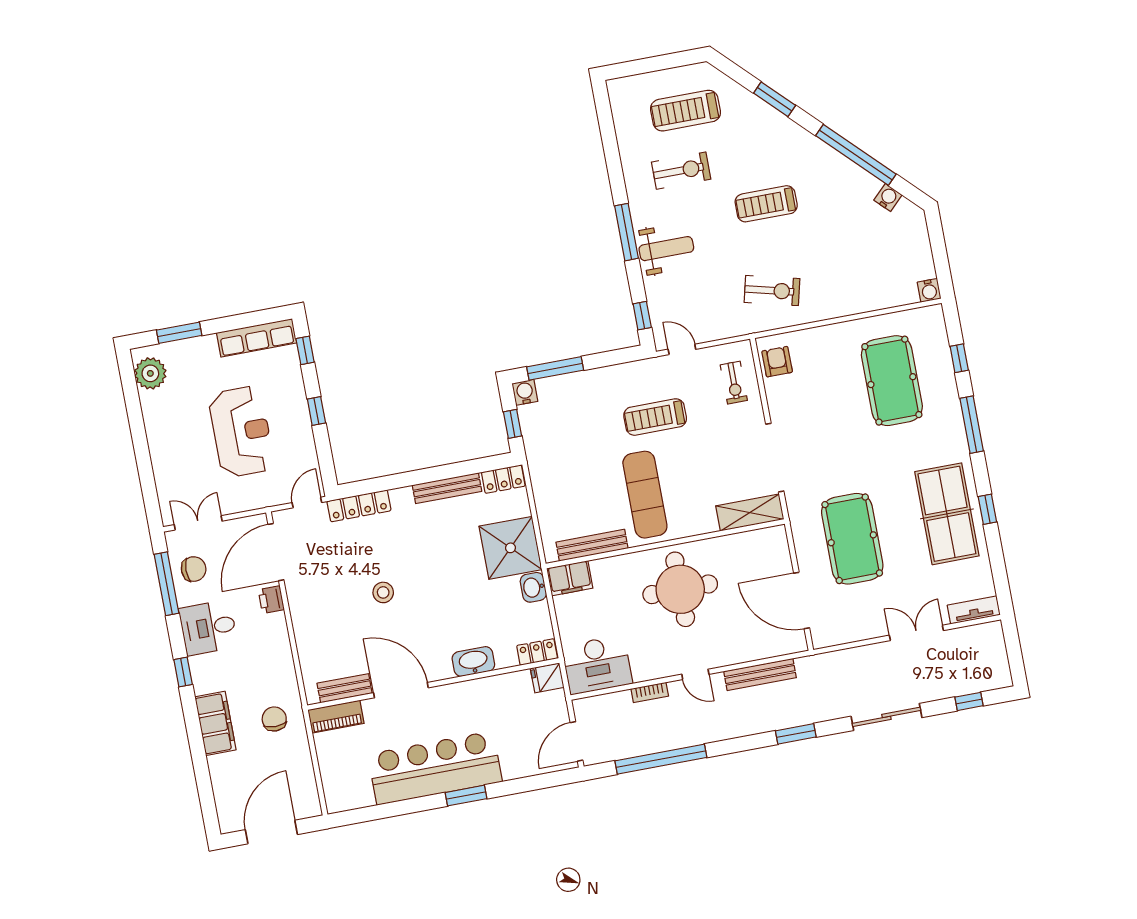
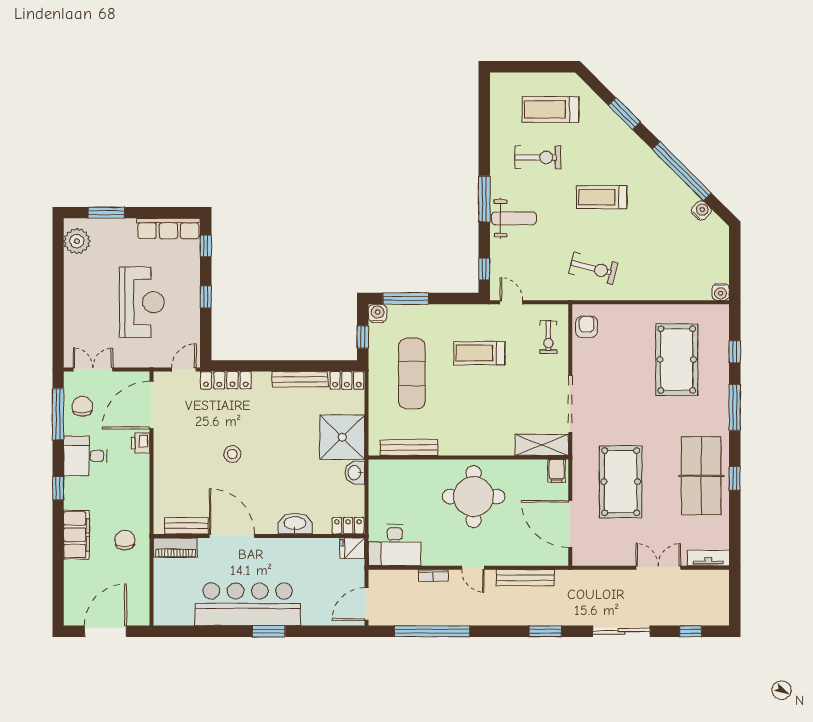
exercise mat: (645, 495) -> (412, 374), moved
chair: (194, 569) -> (82, 406), turned -90
filing cabinet: (570, 578) -> (557, 471), moved, width x0.50

